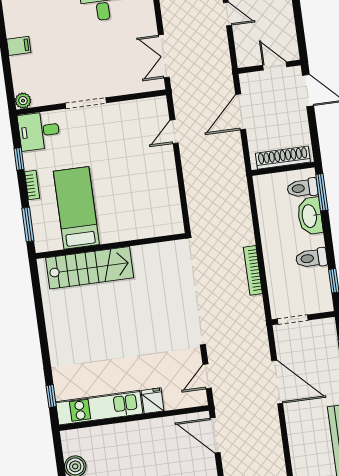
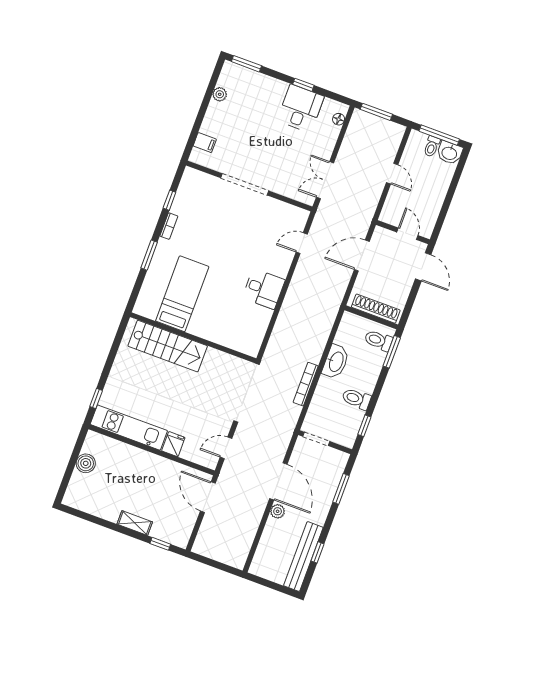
filing cabinet: (19, 46) -> (205, 143), moved
plant: (23, 101) -> (220, 94), moved
doorway: (86, 103) -> (245, 184), width x1.36
desk: (39, 131) -> (264, 289), moved, turned 180
bed: (76, 208) -> (182, 294), moved
washbasin: (310, 216) -> (336, 362), moved, turned 180
wall: (111, 246) -> (193, 338), moved
stairs: (90, 268) -> (168, 346), moved
plant: (292, 412) -> (278, 511), added

